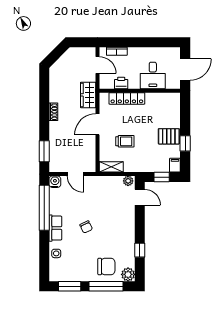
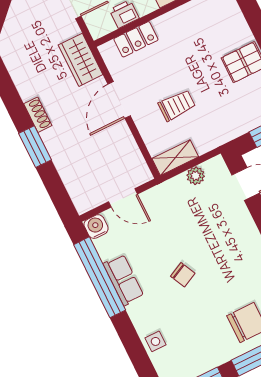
locker: (127, 98) -> (136, 39), width x0.66
window: (44, 151) -> (35, 147), moved
plant: (128, 181) -> (196, 176), moved
row of seats: (55, 228) -> (123, 280), moved

